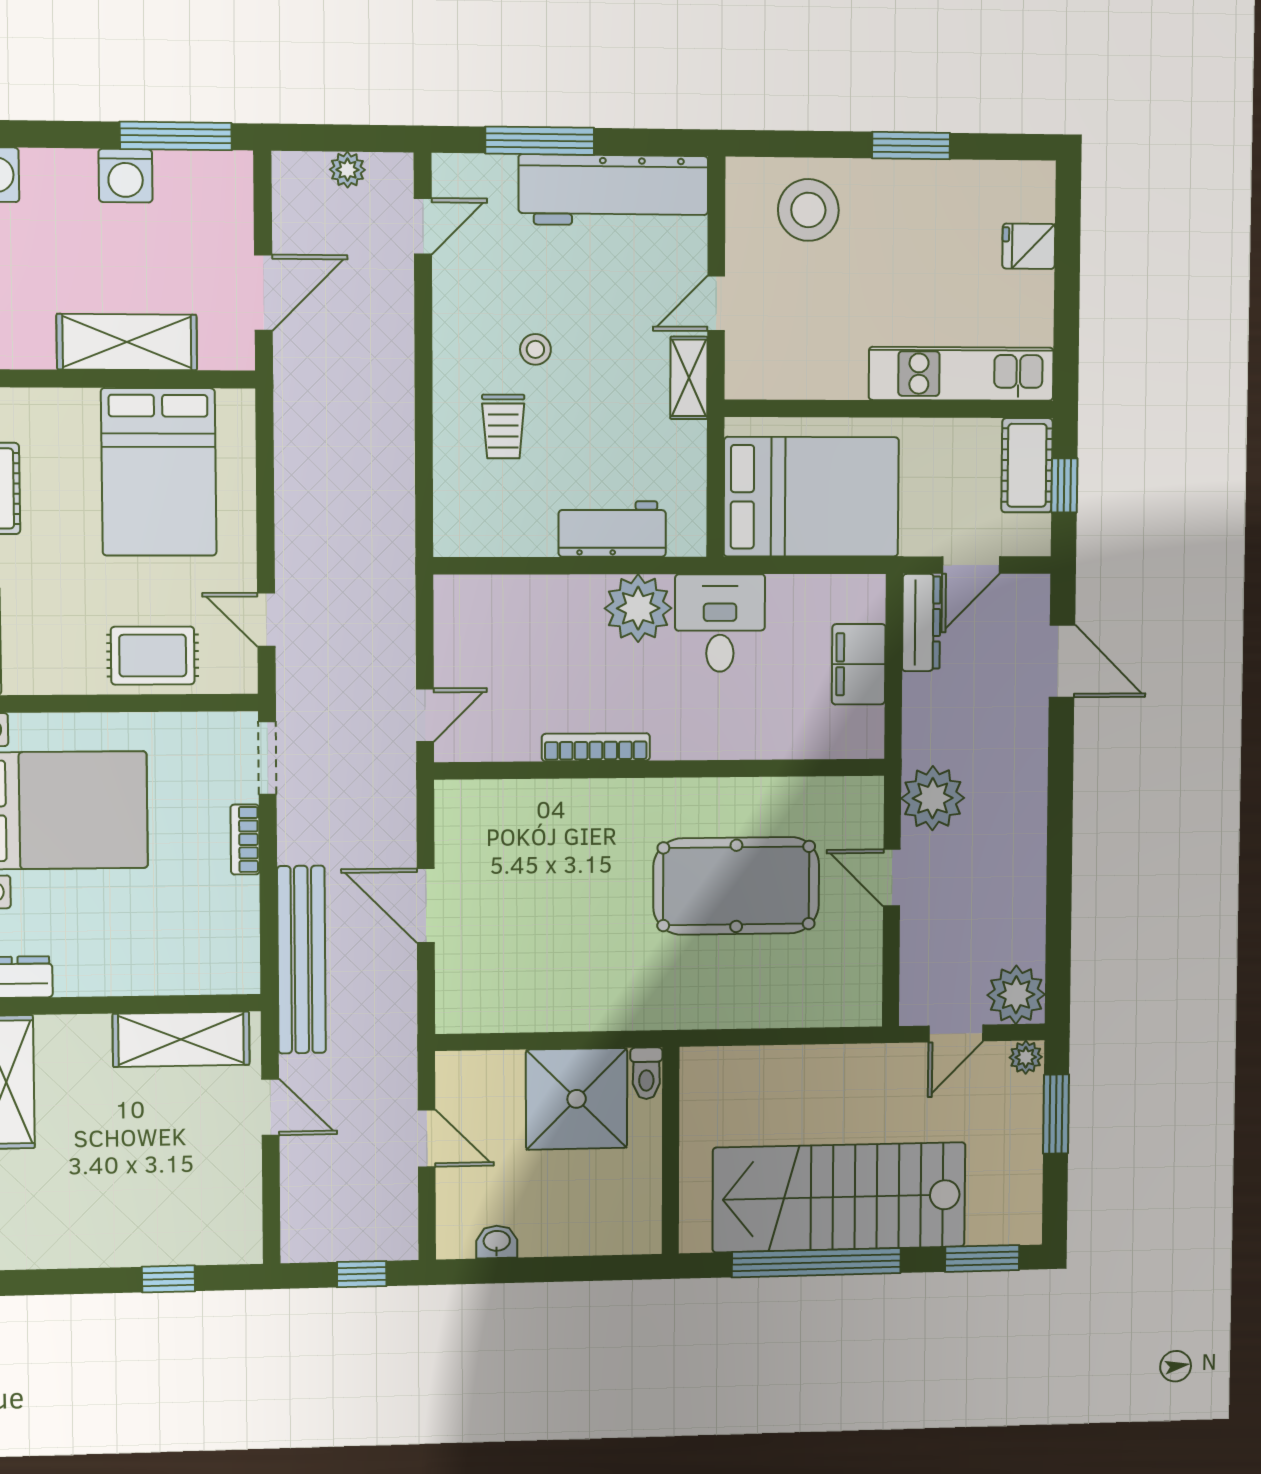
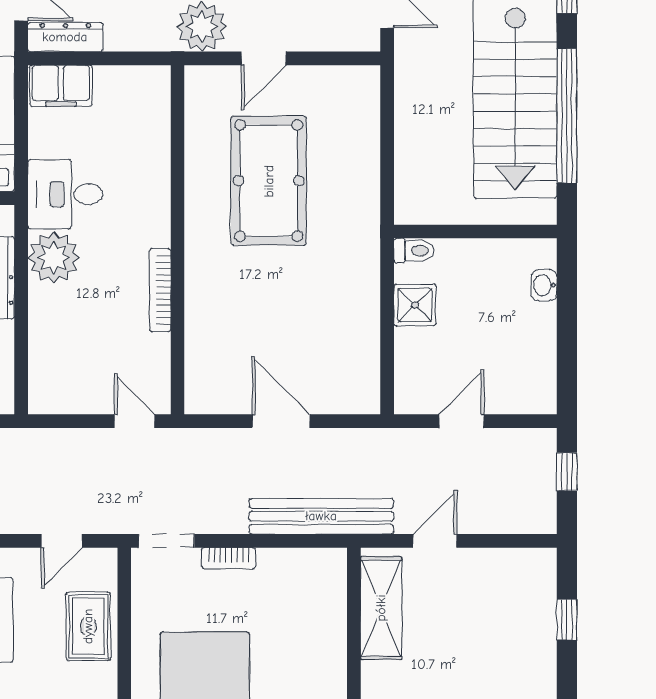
filing cabinet: (859, 664) -> (61, 86), moved
door: (426, 906) -> (281, 421), swing flipped
shower: (577, 1099) -> (415, 305), width x0.54, depth x0.54
washbasin: (497, 1242) -> (544, 285), moved

